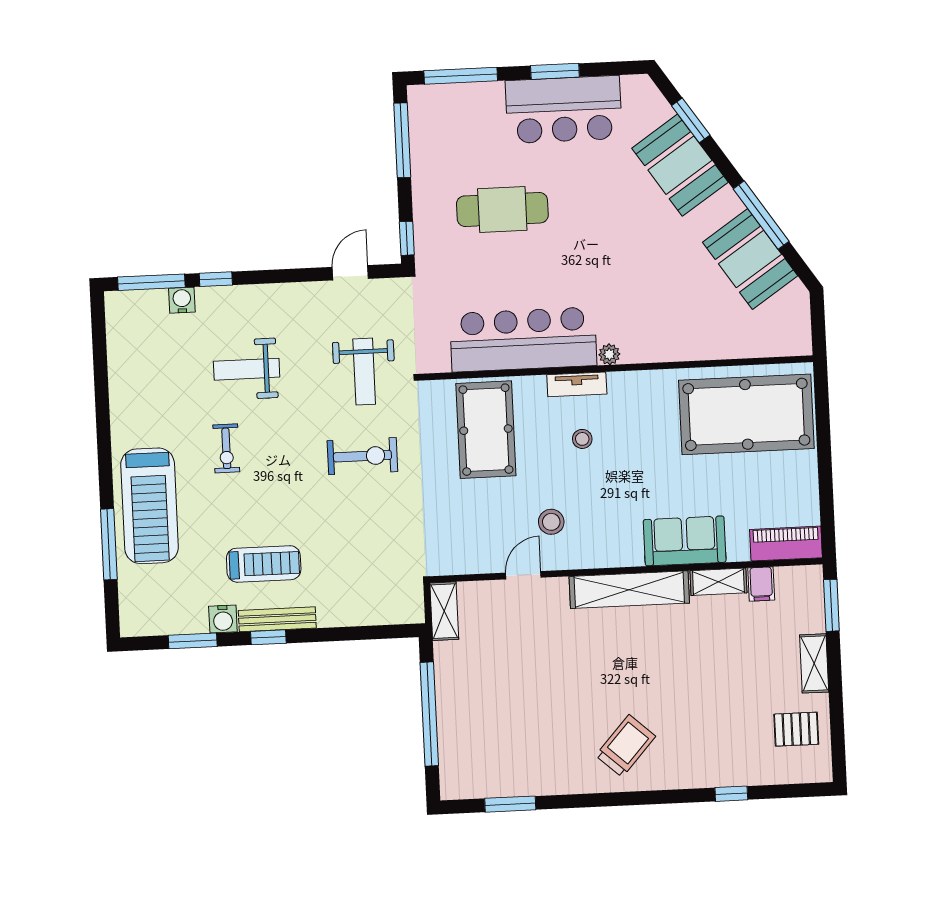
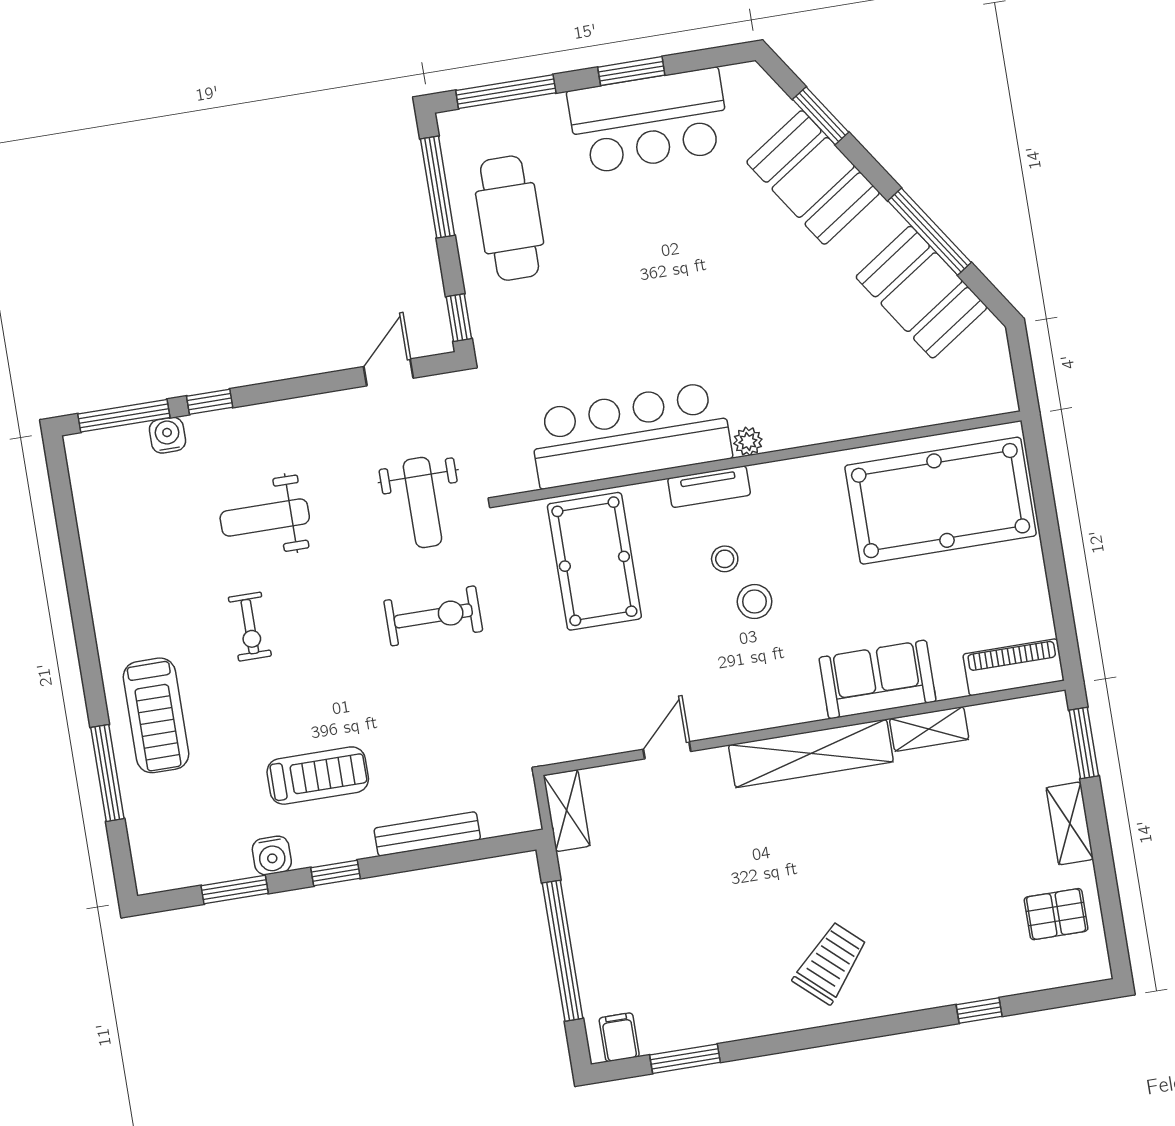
cafe table: (502, 209) -> (510, 218), moved, turned 90
treadmill: (150, 506) -> (156, 715), width x0.73, depth x0.73
stool: (551, 522) -> (755, 602), moved
filing cabinet: (761, 584) -> (619, 1037), moved, turned 180
bench: (277, 619) -> (427, 834), moved

